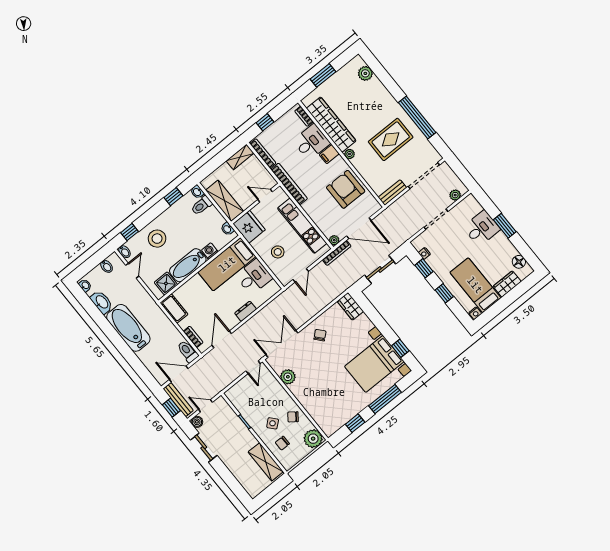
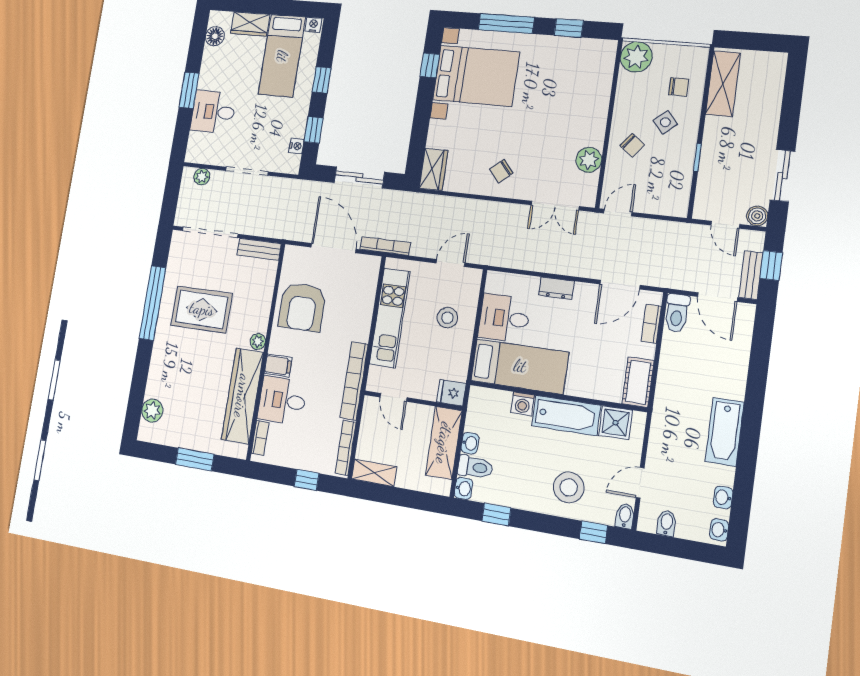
fridge: (249, 227) -> (451, 393), width x0.53, depth x0.75
washbasin: (227, 229) -> (470, 443), moved
plant: (334, 240) -> (373, 263), removed
washbasin: (102, 302) -> (723, 497), width x0.52, depth x0.69
bathtub: (128, 328) -> (725, 432), width x0.73, depth x0.73
double door: (282, 344) -> (555, 206), width x0.73
bench: (178, 400) -> (751, 275), width x0.73
chair: (293, 417) -> (632, 145), moved

